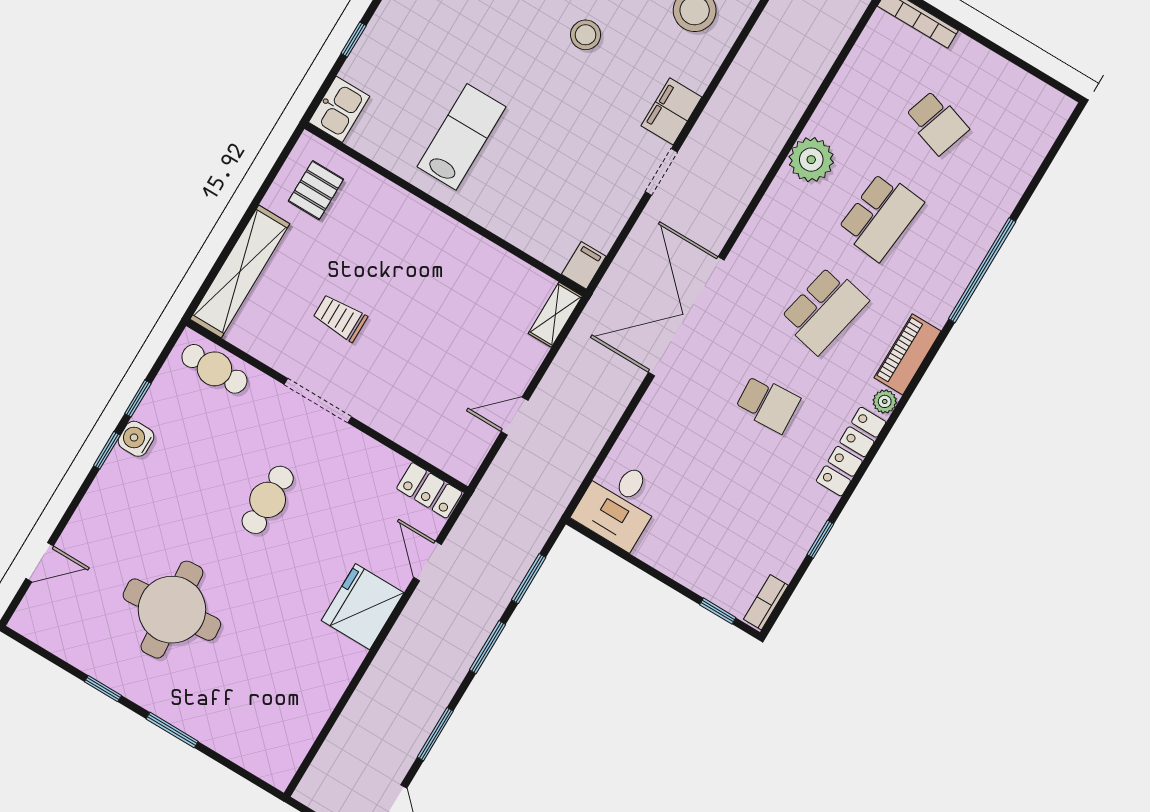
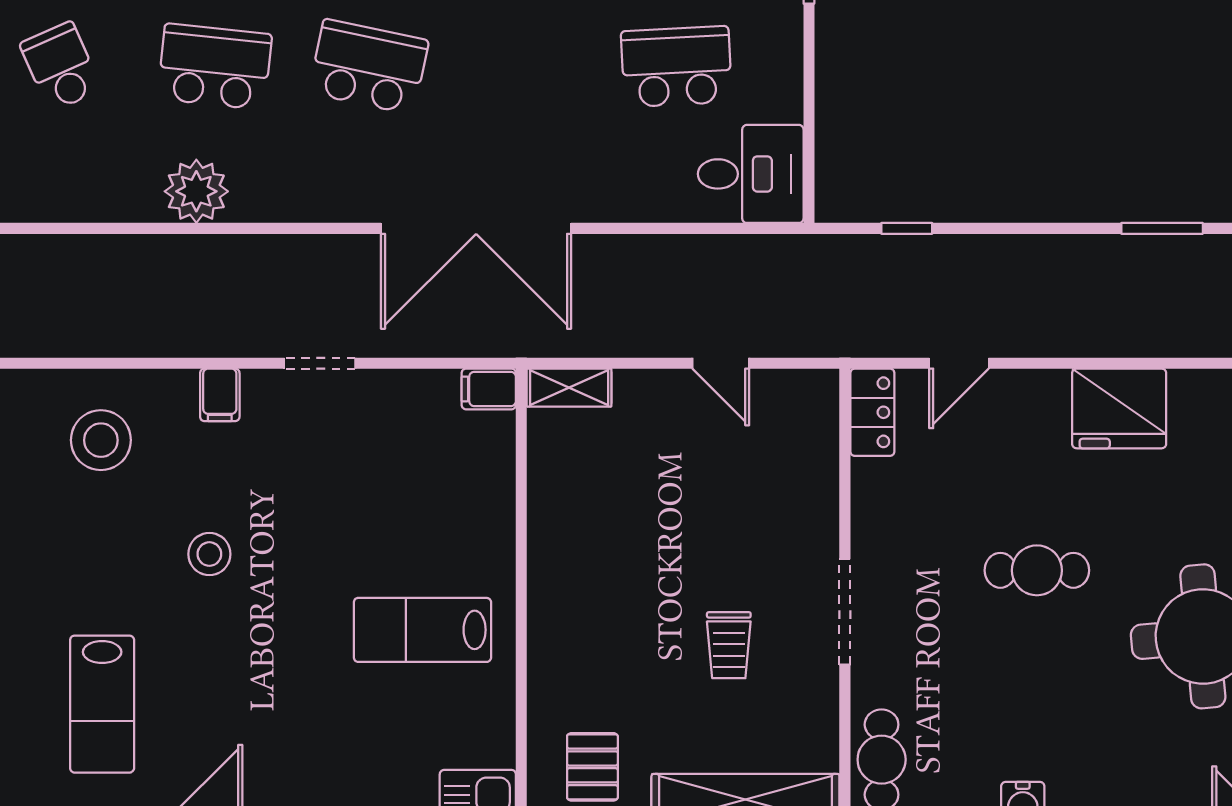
filing cabinet: (671, 111) -> (220, 395), width x0.50
school desk: (937, 123) -> (61, 67), turned -42
pallet: (316, 190) -> (592, 767), turned 90
school desk: (768, 404) -> (676, 67), moved, width x1.85
cafe table: (268, 500) -> (1037, 570), moved
window: (529, 579) -> (907, 228), width x0.67
fridge: (363, 607) -> (1119, 408), moved
window: (488, 647) -> (1019, 228), removed

